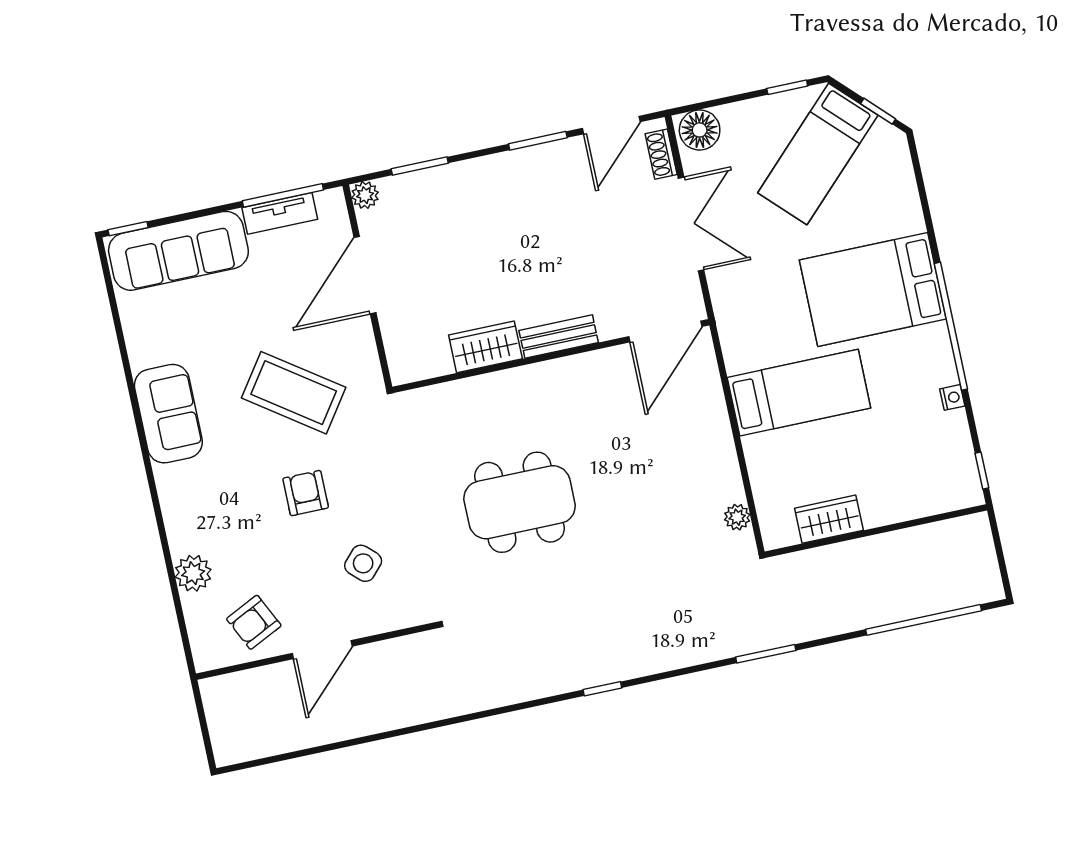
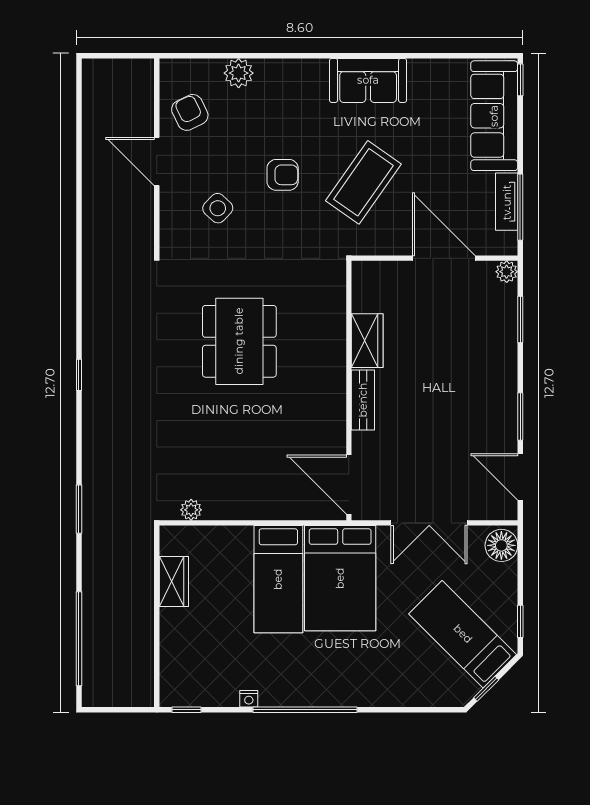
shoe rack: (661, 154) -> (489, 511), removed
bed: (873, 289) -> (340, 578), moved, turned 180

